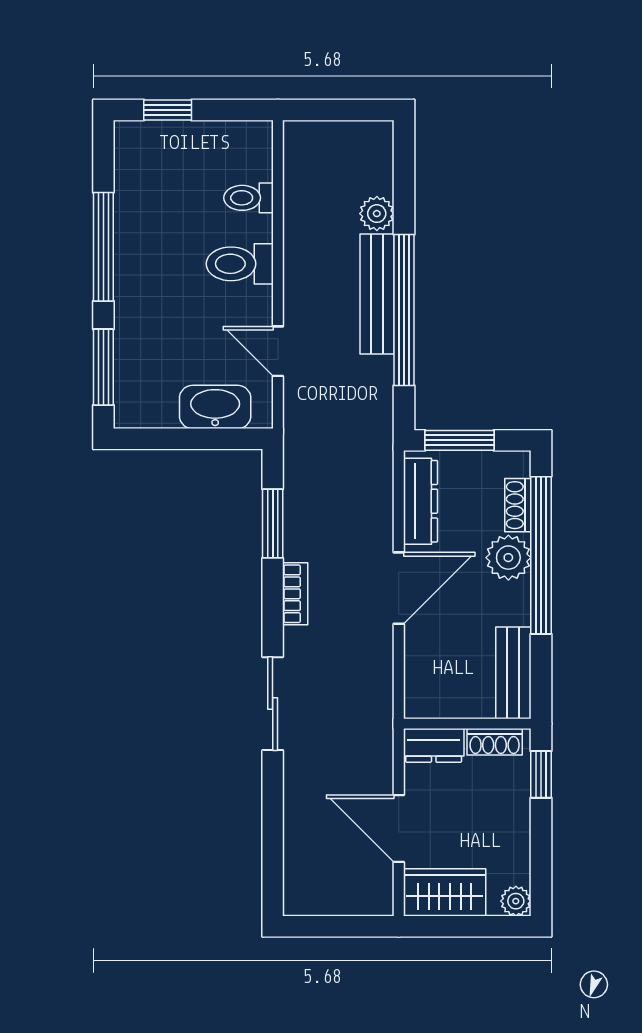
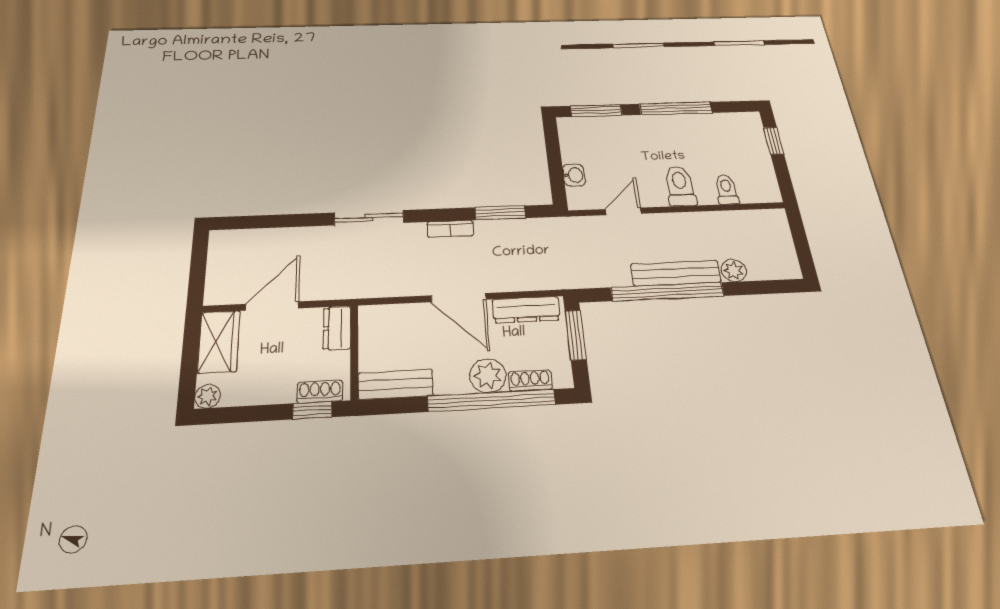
washbasin: (215, 407) -> (574, 175), width x0.52, depth x0.69
shoe rack: (495, 742) -> (320, 392), moved, turned 90

